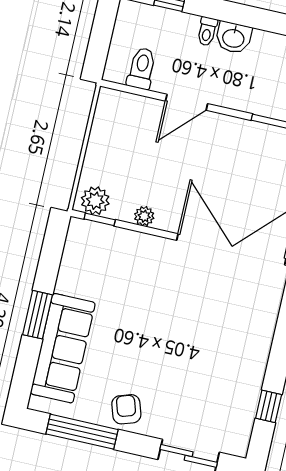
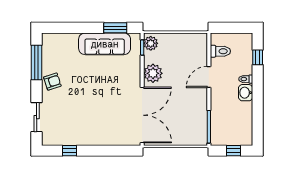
door: (187, 102) -> (209, 77), hinge flipped
plant: (144, 216) -> (153, 73), width x1.88, depth x1.88
window: (38, 315) -> (115, 28), moved
sofa: (63, 348) -> (105, 44), moved

